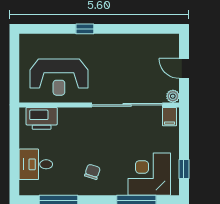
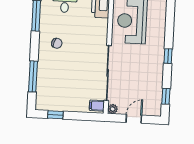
window: (85, 29) -> (168, 56), moved
window: (153, 29) -> (166, 96), added
corner desk: (149, 174) -> (53, 87), removed

